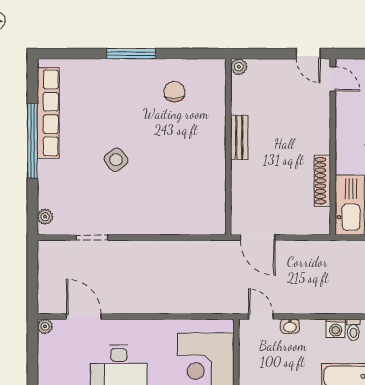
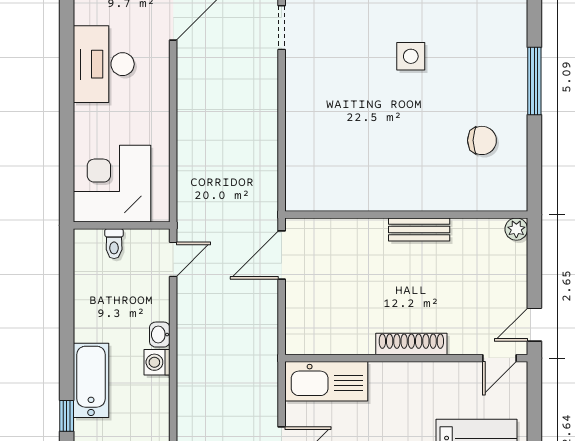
side table: (116, 160) -> (411, 56), moved, turned 37
shoe rack: (322, 181) -> (411, 344), moved
washbasin: (290, 326) -> (160, 335), moved
toilet: (353, 330) -> (114, 244), moved, turned -90

